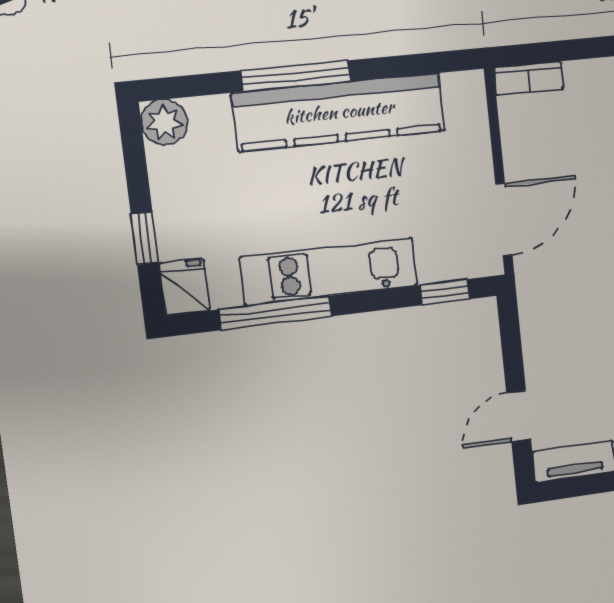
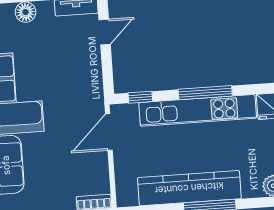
kitchen unit: (329, 271) -> (198, 110), width x1.36
window: (275, 313) -> (205, 93), moved

